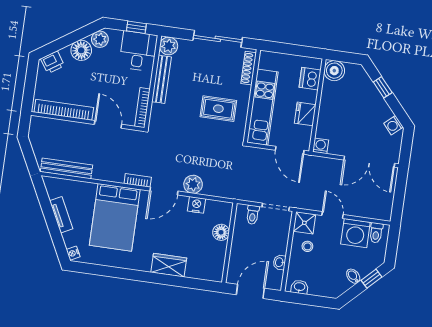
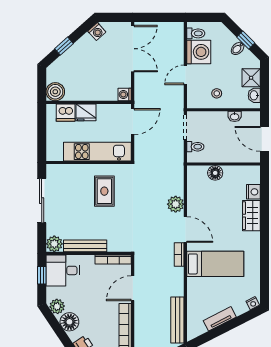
shoe rack: (249, 68) -> (64, 169), removed
fridge: (305, 114) -> (86, 112), moved
nightstand: (196, 205) -> (253, 192), moved, turned 180
bed: (115, 217) -> (215, 264), width x0.67
shower: (304, 223) -> (251, 78), moved
window: (371, 279) -> (246, 40), moved

